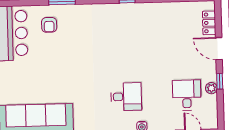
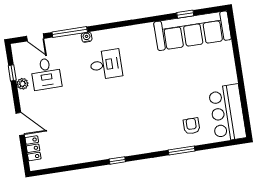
window: (220, 81) -> (12, 73), moved
desk: (126, 97) -> (106, 64), turned 180

